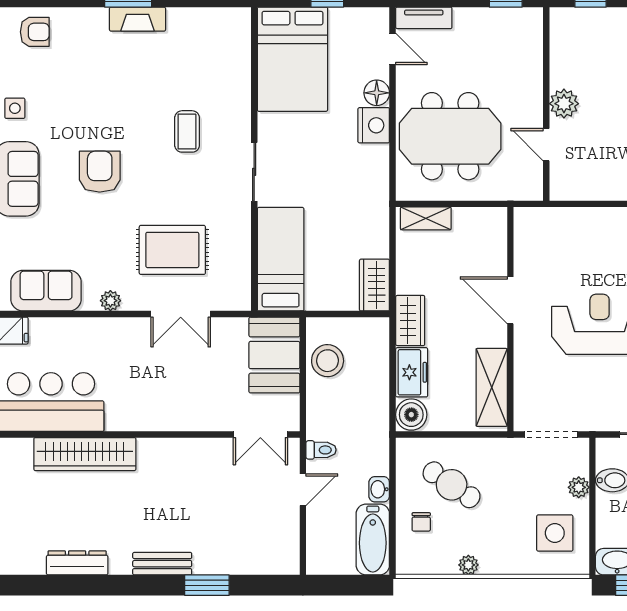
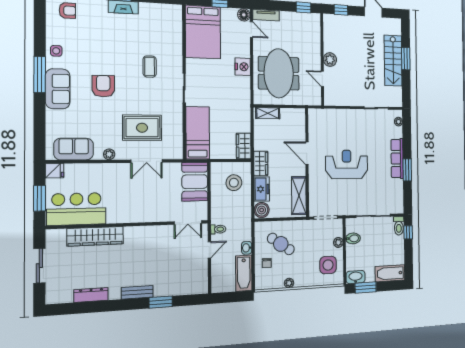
floor lamp: (377, 93) -> (244, 15), moved
meeting table: (450, 136) -> (279, 73), turned 90
stool: (328, 361) -> (234, 183), moved

